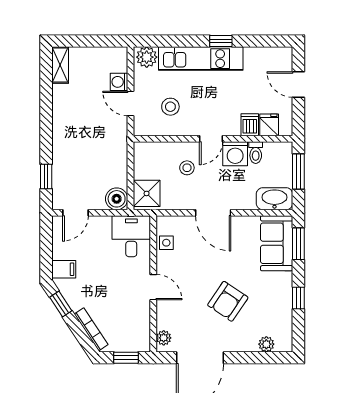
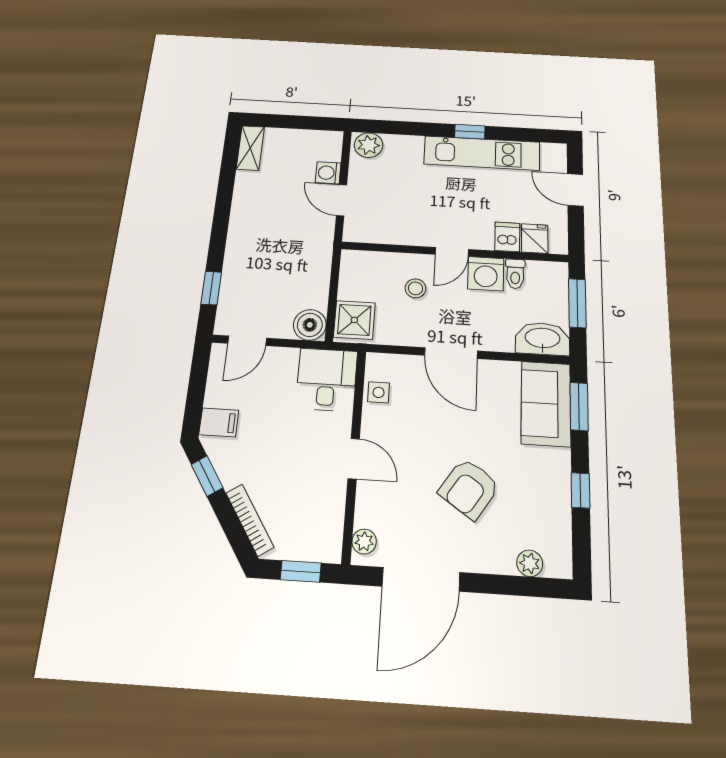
kitchen unit: (201, 59) -> (482, 153), moved
stool: (170, 107) -> (397, 207), removed

